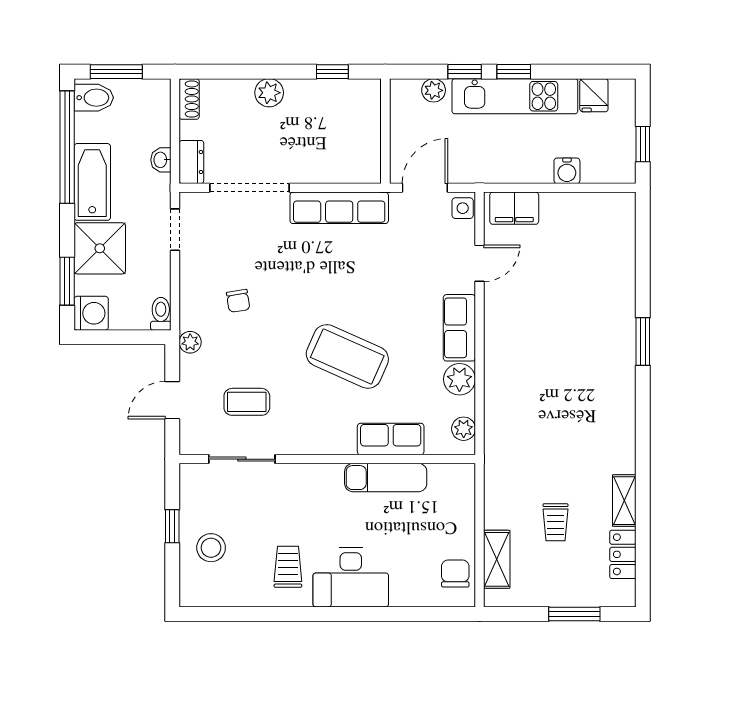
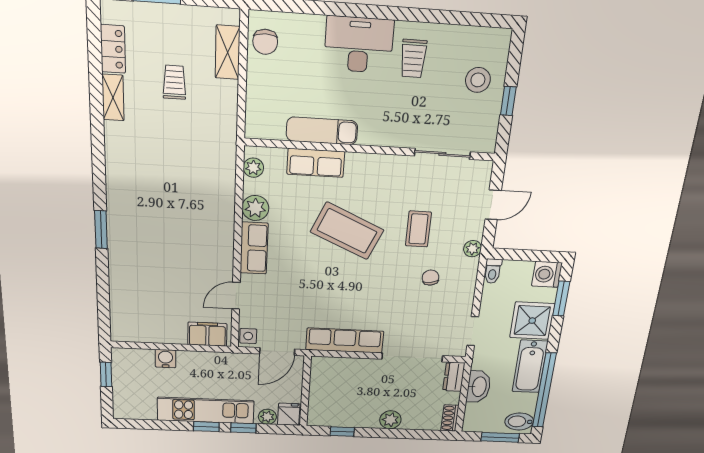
fridge: (594, 95) -> (289, 414), moved
washbasin: (161, 160) -> (479, 387), width x1.91, depth x1.45
coffee table: (247, 402) -> (418, 229), moved, turned 90

